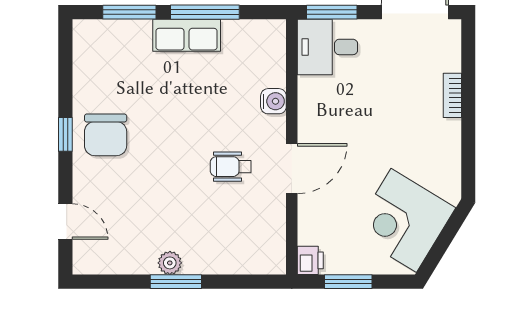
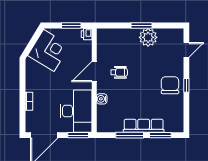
row of seats: (187, 35) -> (144, 126), width x1.48
desk: (327, 47) -> (76, 111), width x1.87, depth x1.30
door: (65, 222) -> (186, 50), swing flipped
plant: (170, 263) -> (148, 37), width x1.88, depth x1.88

